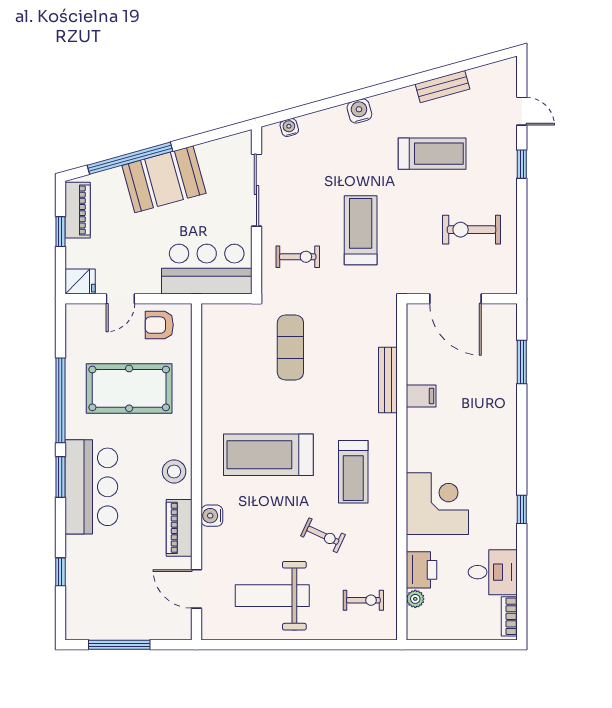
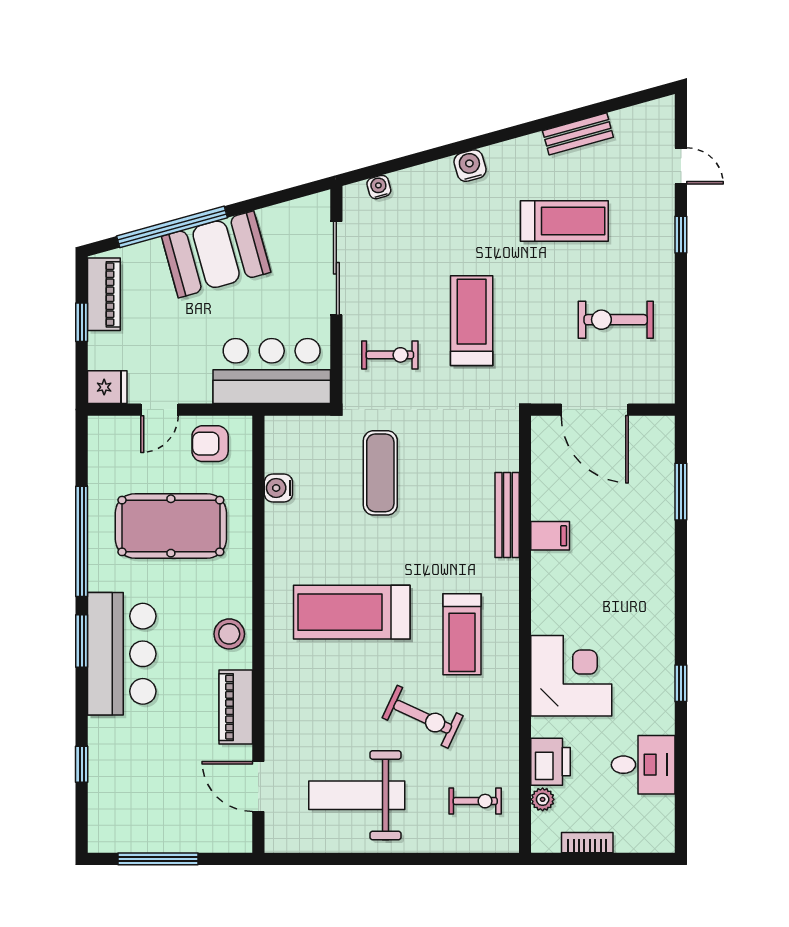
water cooler: (212, 516) -> (278, 488), moved
exercise bike: (323, 535) -> (423, 717), width x1.38, depth x1.39
bookcase: (509, 616) -> (587, 843), moved, turned 90

